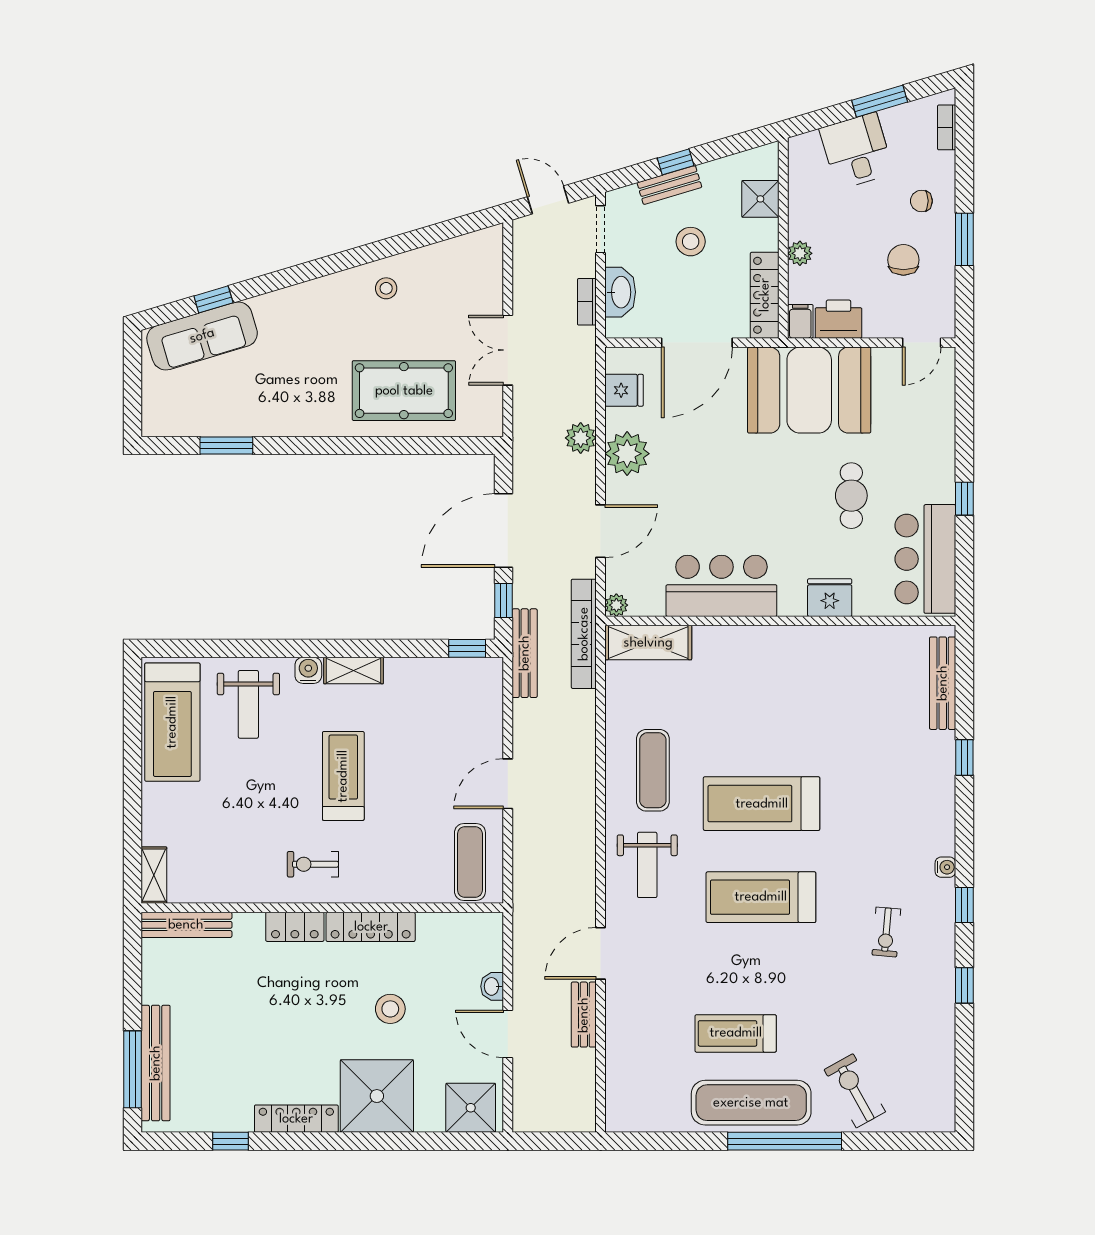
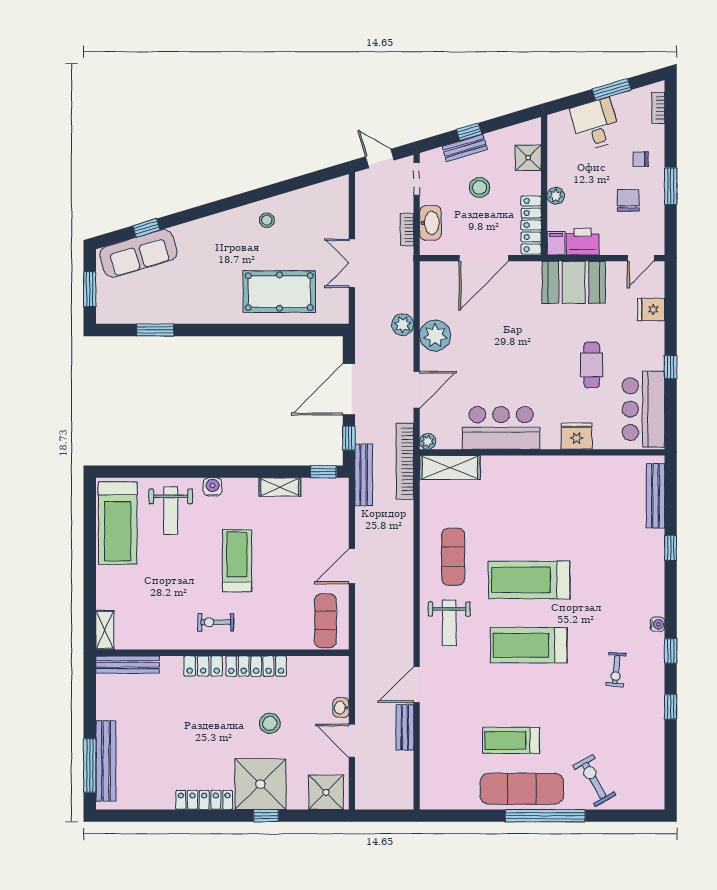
window: (132, 387) -> (90, 289), added
fridge: (624, 390) -> (651, 310), moved, turned 180
booth: (809, 390) -> (574, 282), width x0.73, depth x0.70
shelving: (354, 670) -> (280, 487), moved
window: (231, 1141) -> (266, 816), moved

